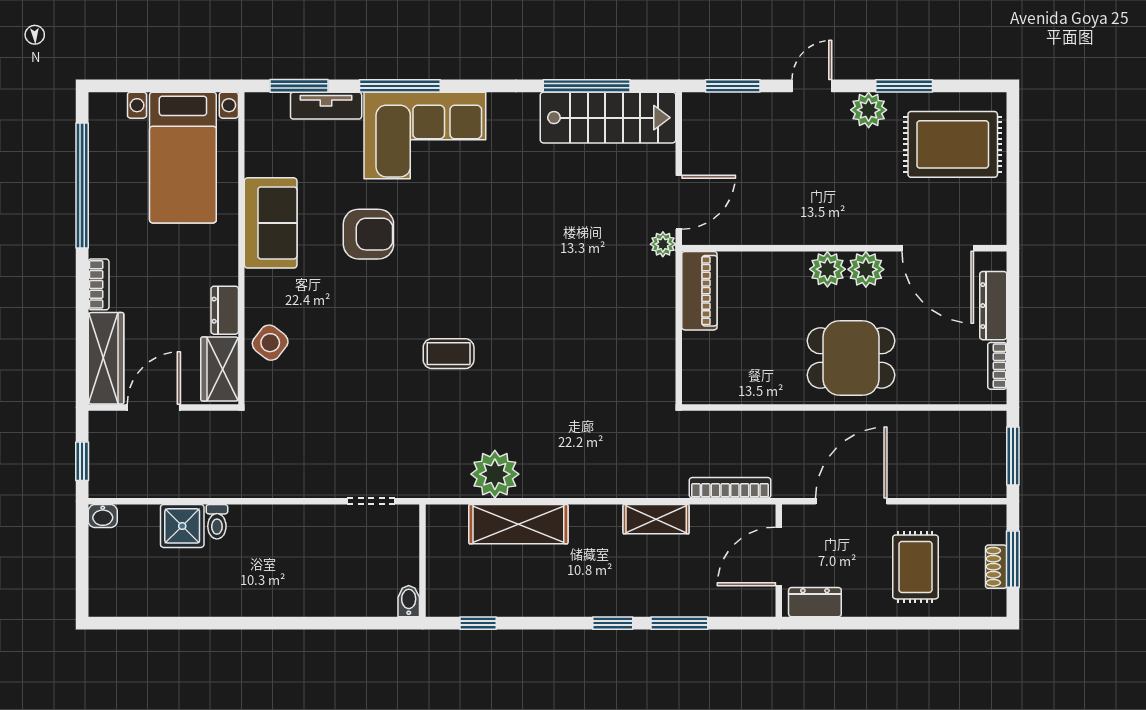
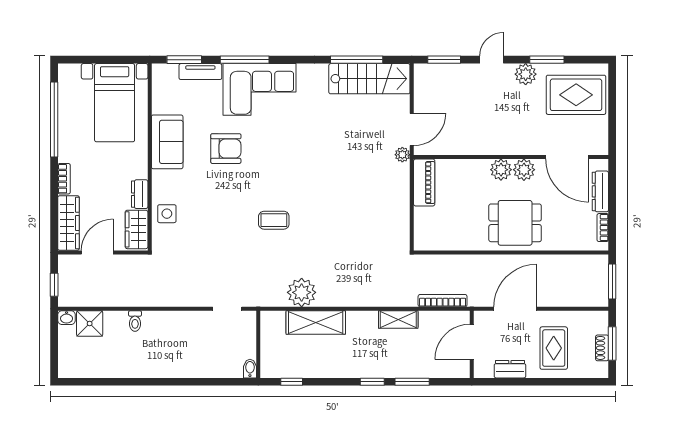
side table: (270, 343) -> (167, 214), turned -38
shower: (182, 526) -> (90, 324), moved
dresser: (815, 602) -> (510, 369), moved

